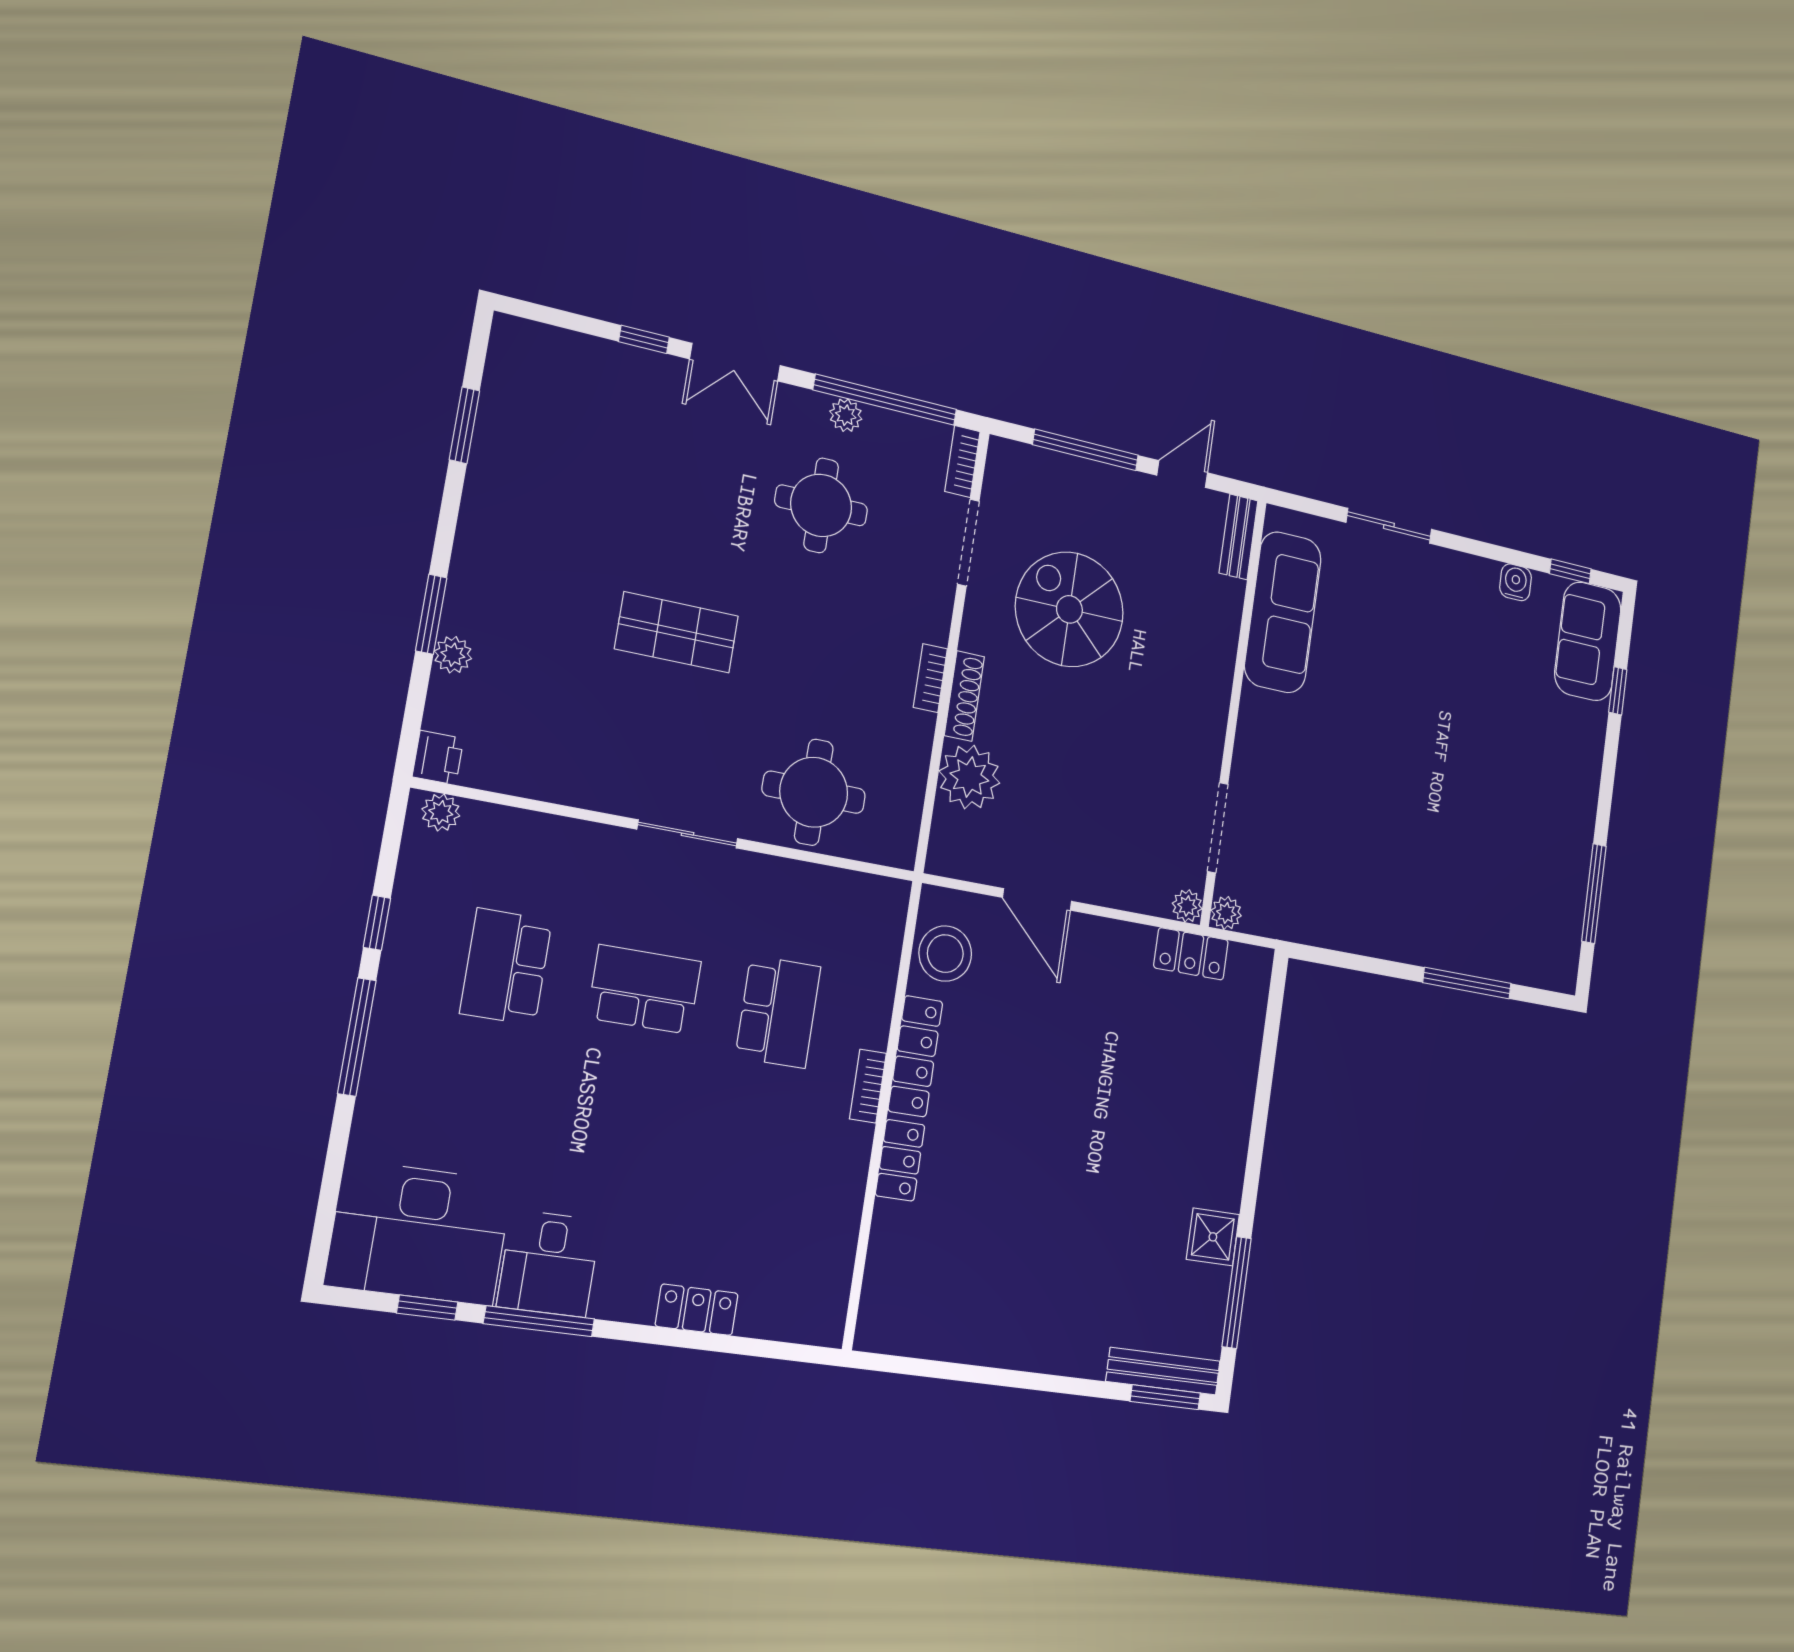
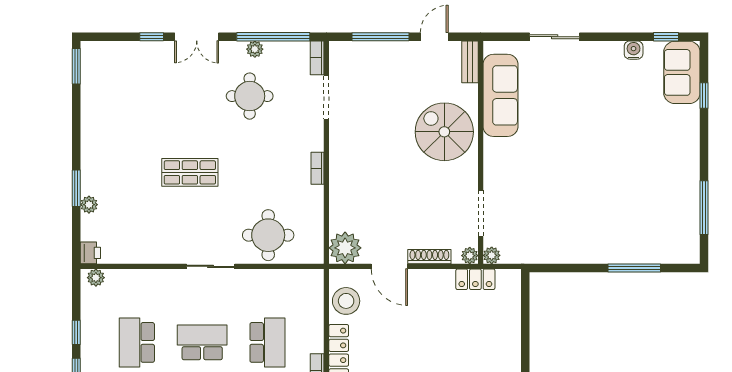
window: (464, 425) -> (76, 66), moved
spiral stairs: (1069, 609) -> (444, 132), moved
shoe rack: (964, 696) -> (429, 257), moved, turned -90
plant: (969, 777) -> (345, 248), moved

